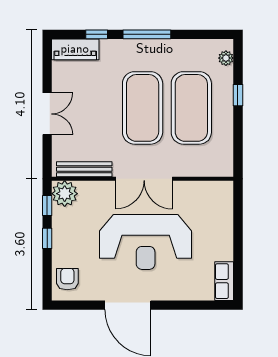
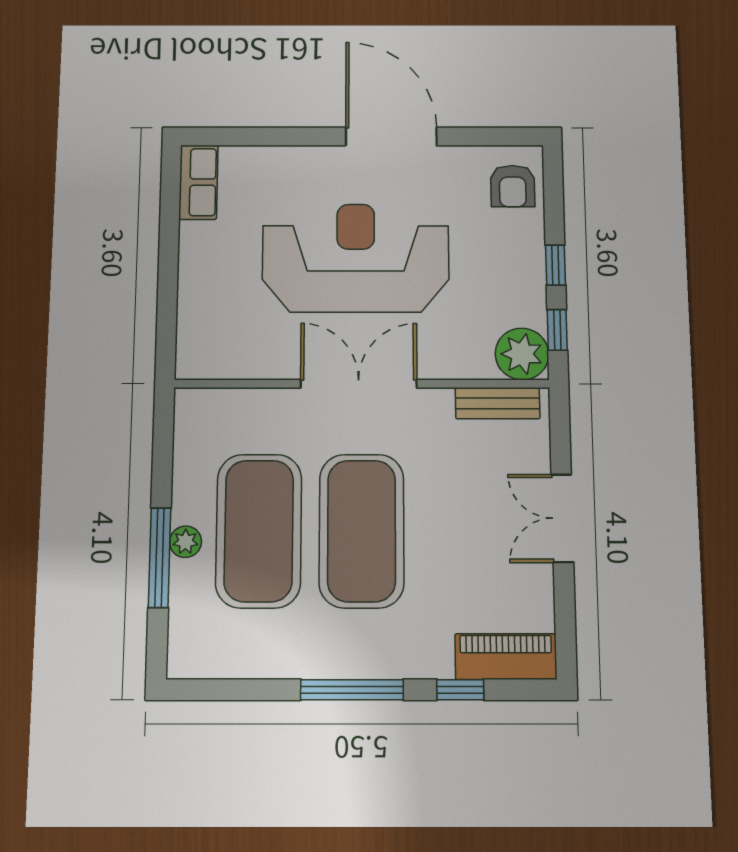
plant: (226, 58) -> (185, 542), moved
window: (238, 95) -> (160, 558), width x2.17
bench: (84, 169) -> (498, 403), width x0.73

